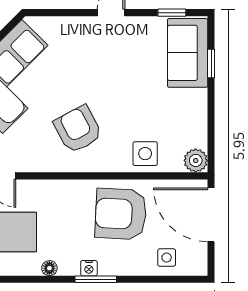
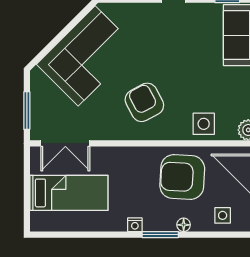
floor lamp: (49, 268) -> (184, 225), moved
nightstand: (89, 268) -> (135, 225), moved

